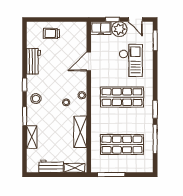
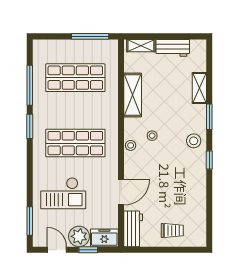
checkout: (131, 60) -> (63, 193), turned -90
workbench: (33, 61) -> (133, 229), moved, turned 180

